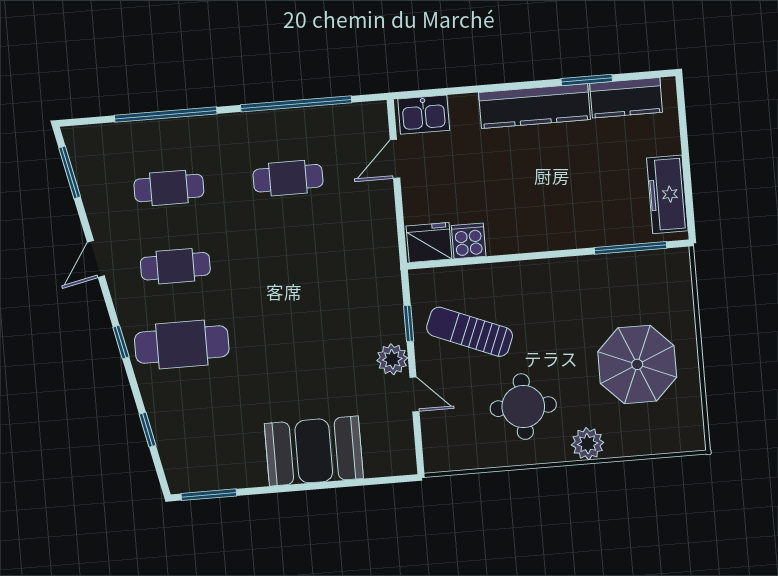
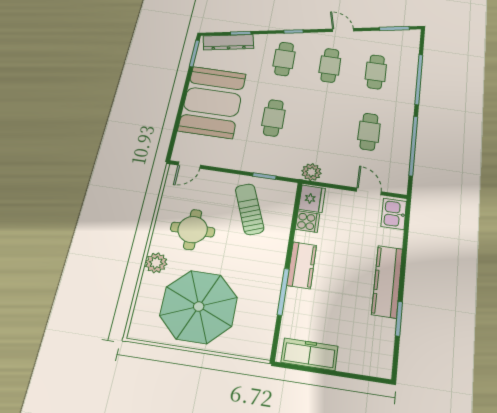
kitchen counter: (626, 98) -> (302, 265), moved, turned 180
window: (630, 248) -> (283, 292), moved
sun lounger: (470, 332) -> (250, 209), turned -43
cafe table: (301, 335) -> (273, 118), added
cafe table: (182, 345) -> (284, 59), width x0.73, depth x0.74
plant: (392, 359) -> (311, 172), moved
parasol: (637, 364) -> (199, 306), width x1.36, depth x1.36
door: (414, 394) -> (189, 165), moved
dresser: (172, 445) -> (228, 42), added
booth: (314, 451) -> (212, 102), width x1.36, depth x1.42

